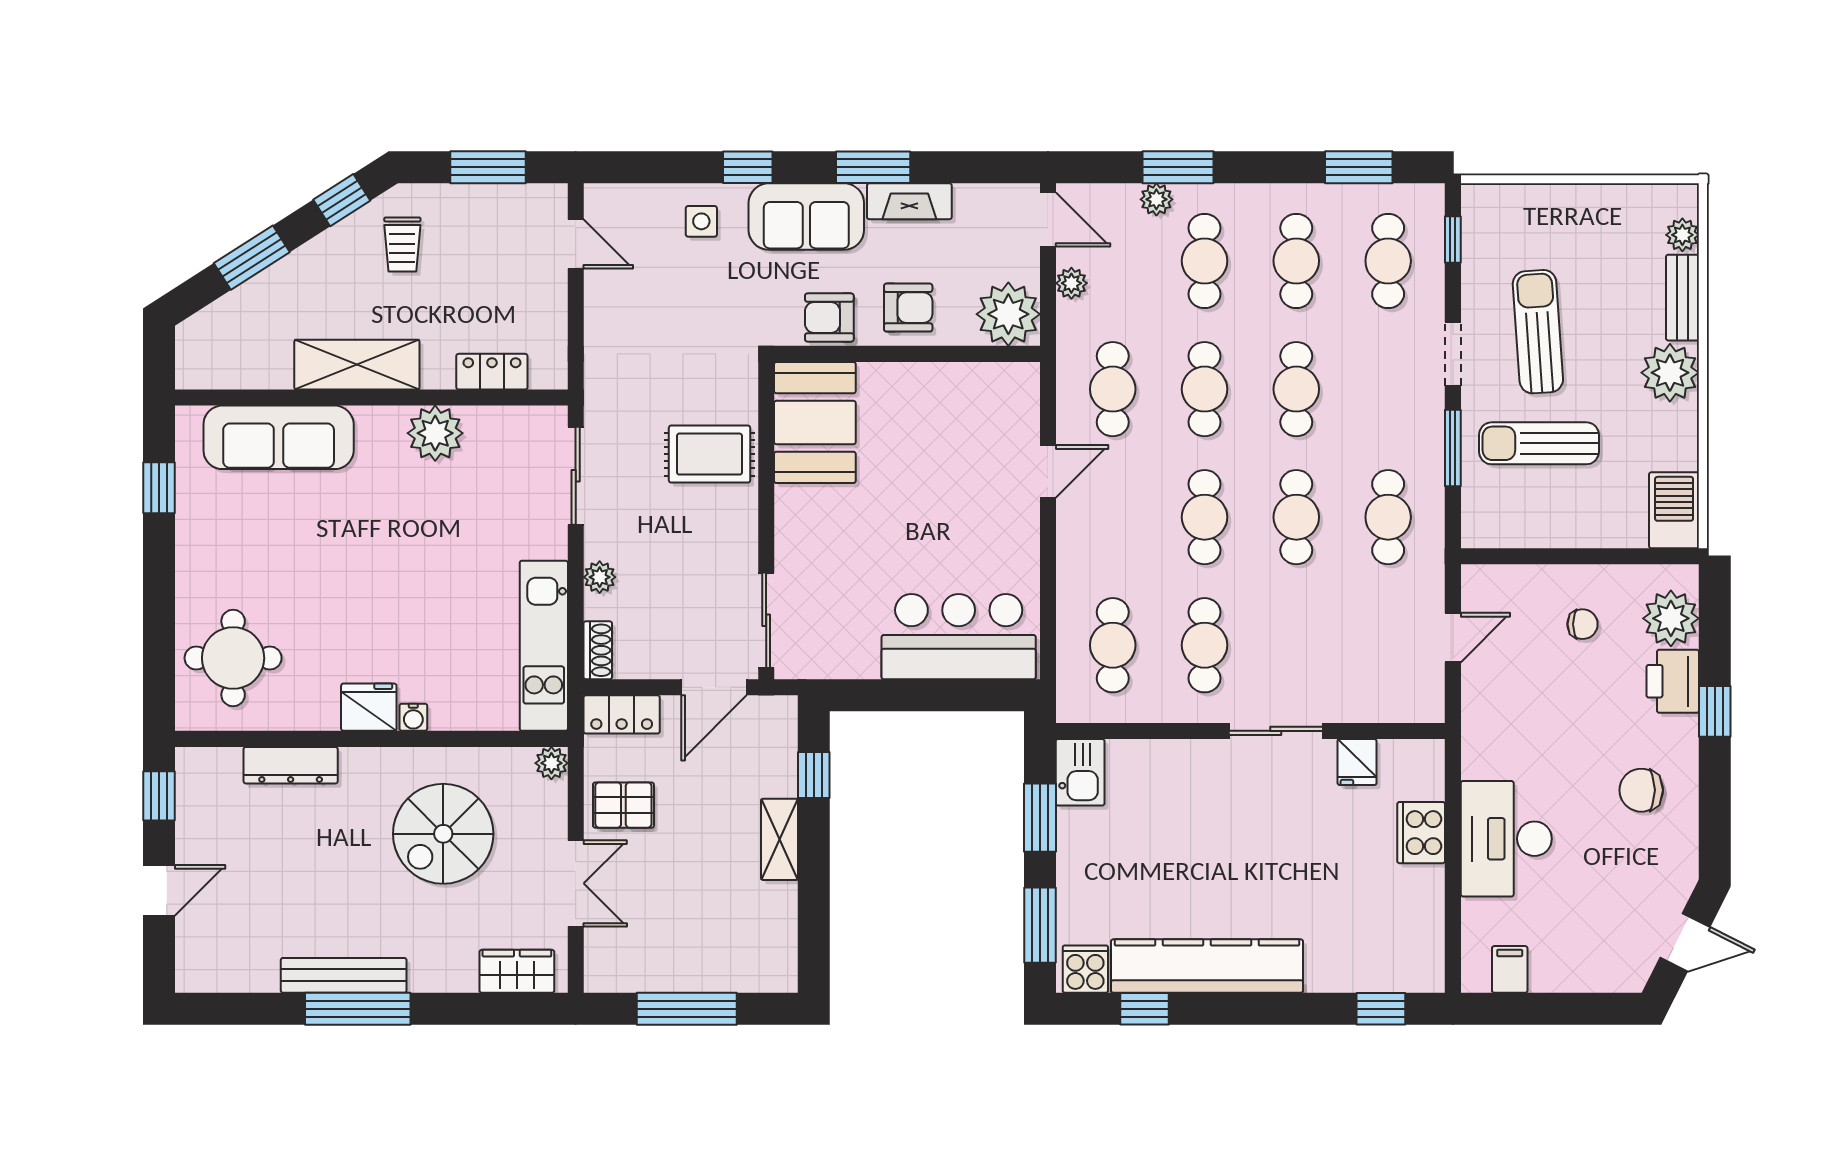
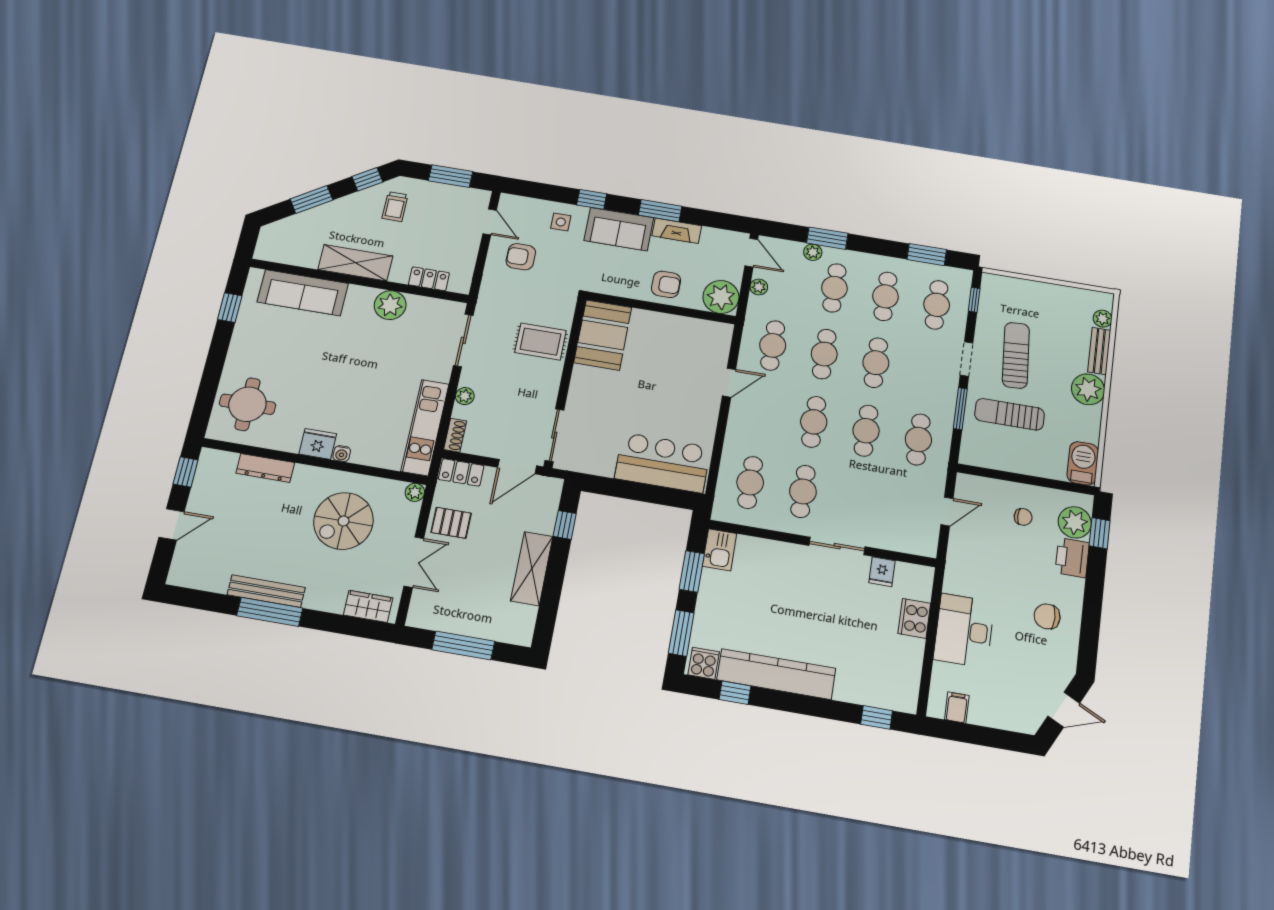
armchair: (829, 317) -> (521, 257), moved
window: (1715, 711) -> (1100, 533), moved
shelving: (780, 839) -> (532, 569), width x1.50, depth x1.33

